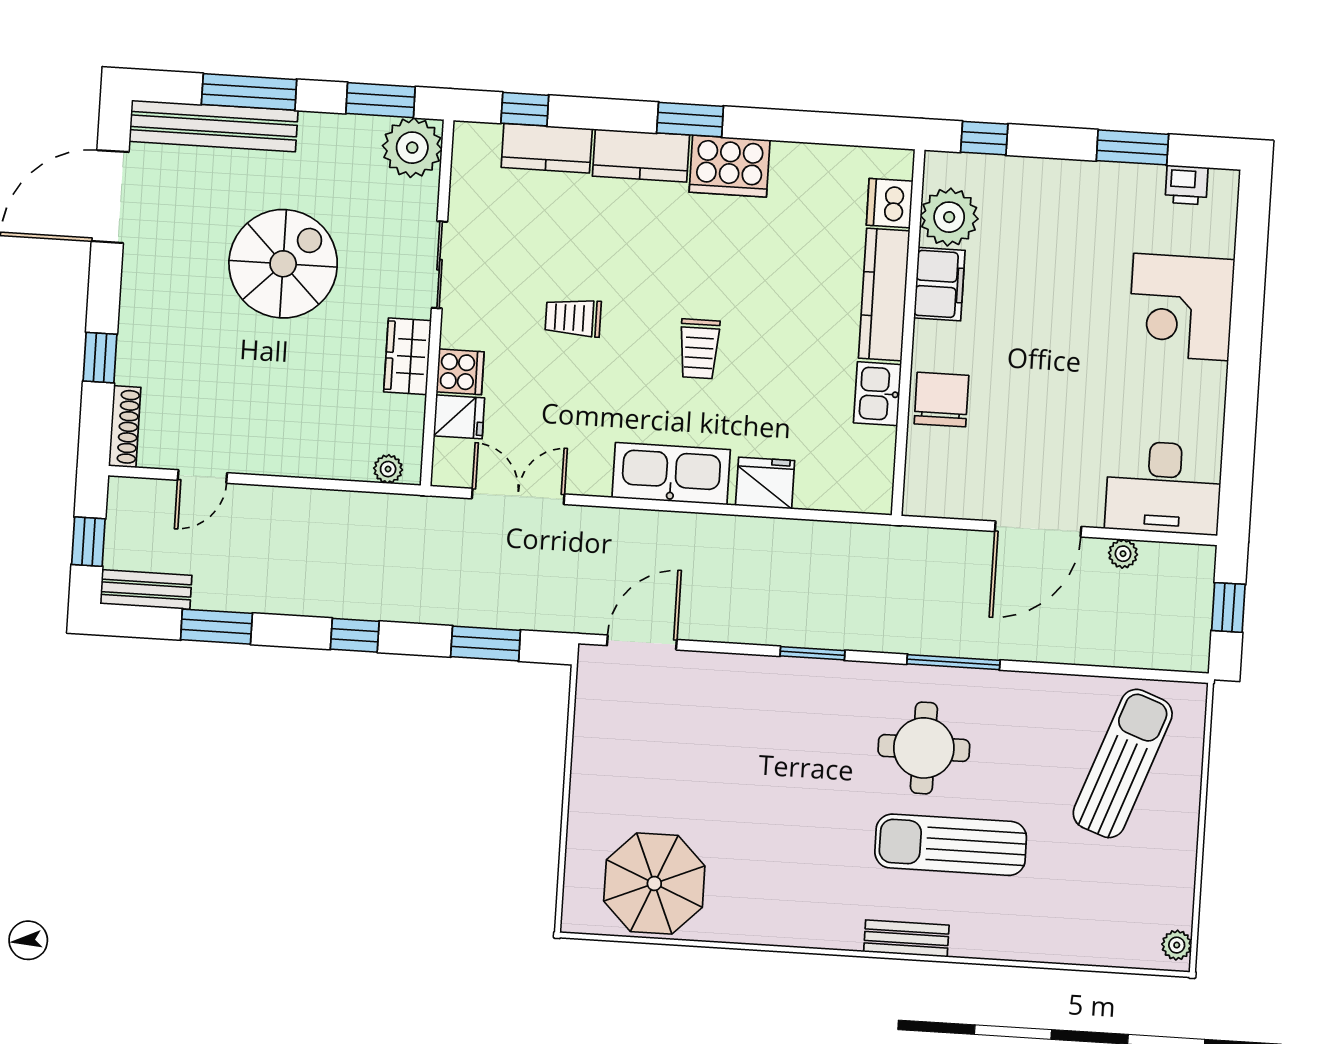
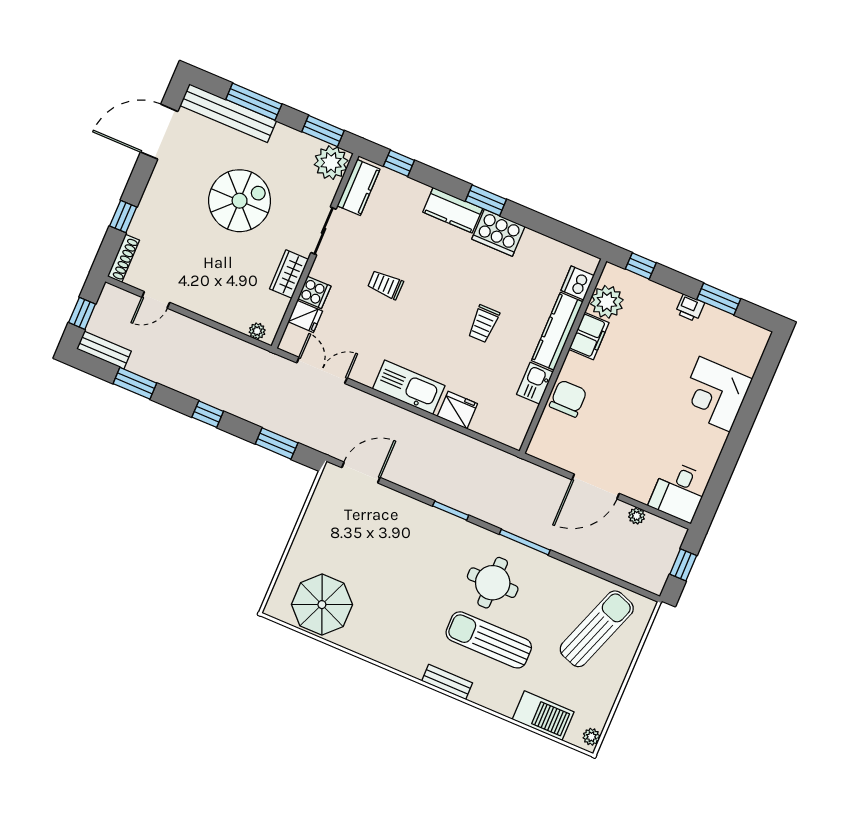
kitchen counter: (547, 148) -> (359, 188), moved, turned -90
printer: (1187, 185) -> (690, 308), moved
trolley: (699, 349) -> (484, 324), moved
desk: (1164, 488) -> (679, 491), width x0.73
barbecue: (1085, 938) -> (543, 716), added

